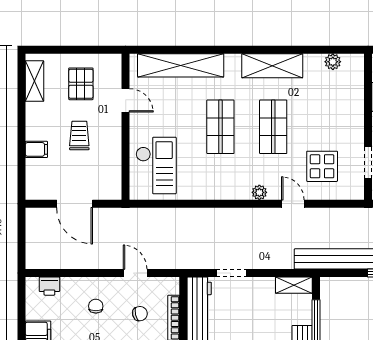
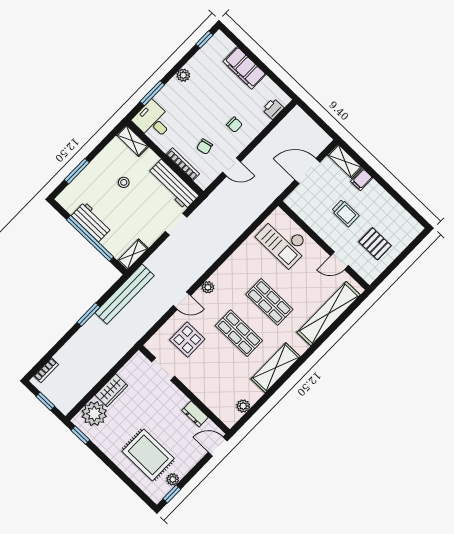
shelving: (35, 81) -> (345, 161), moved

